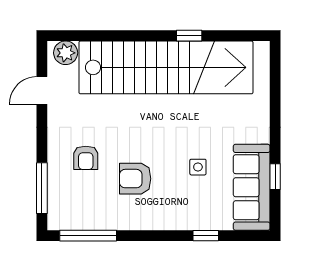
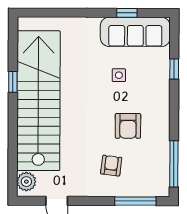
armchair: (86, 158) -> (111, 166), turned -83

